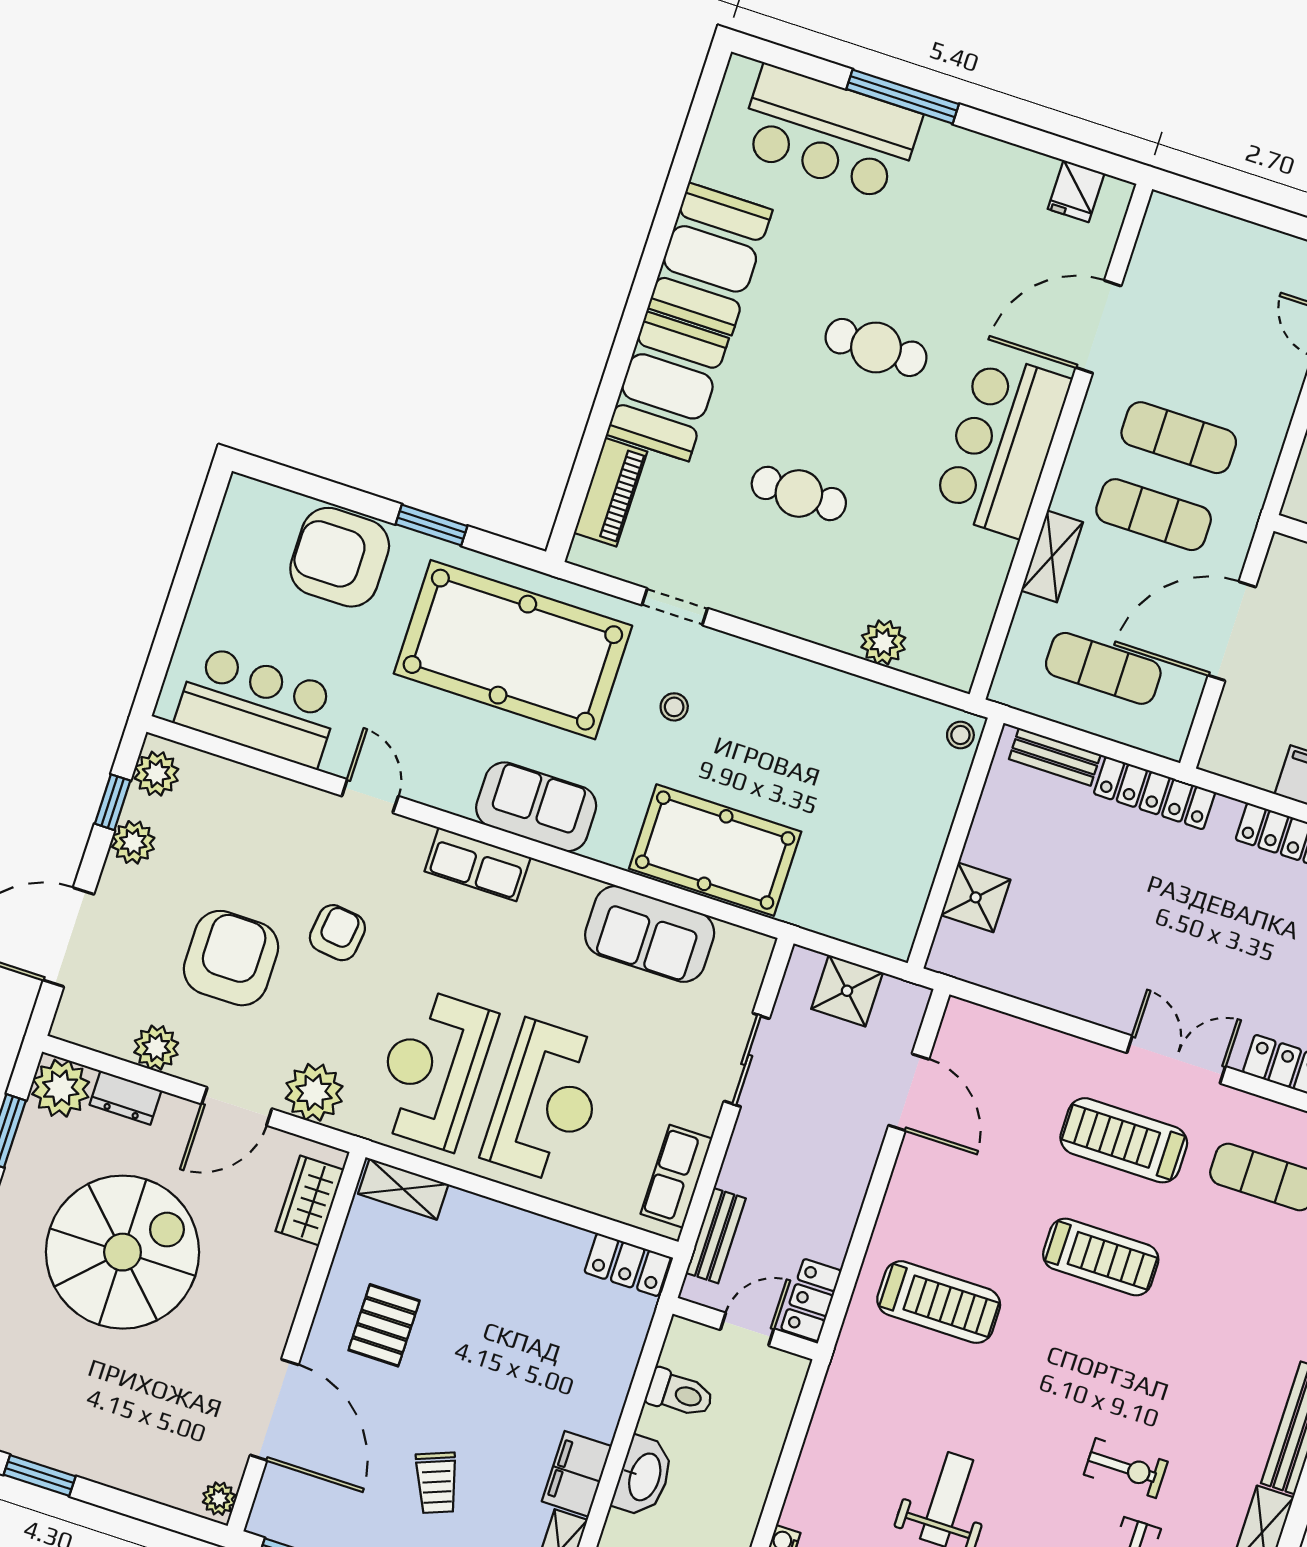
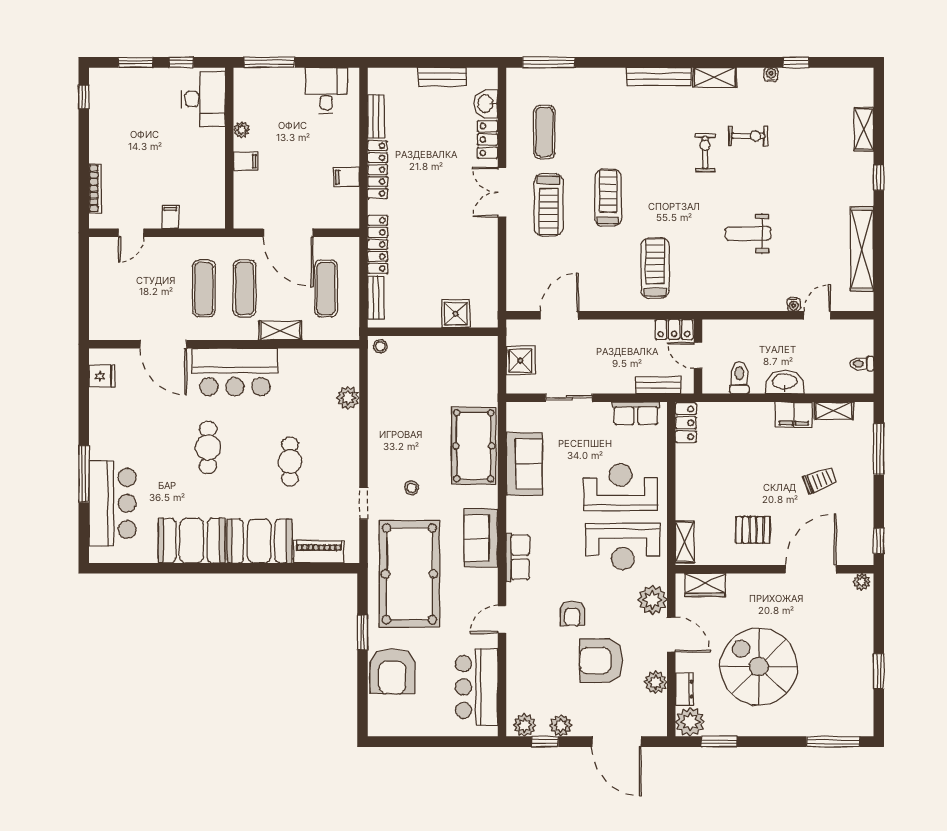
armchair: (337, 933) -> (572, 614), turned -97

